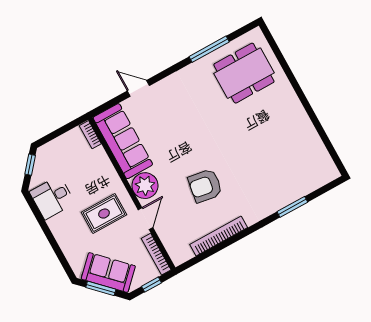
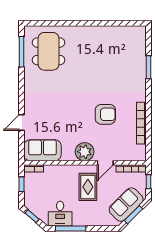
window: (209, 49) -> (22, 52), moved
window: (62, 130) -> (22, 184), added
sofa: (123, 141) -> (43, 150), width x0.73
armchair: (205, 186) -> (105, 114), turned -99
door: (146, 219) -> (105, 163), swing flipped
window: (41, 221) -> (71, 229), added

